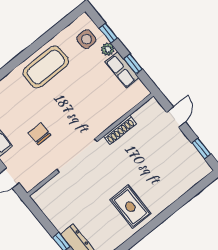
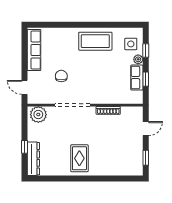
plant: (48, 195) -> (38, 115), added

